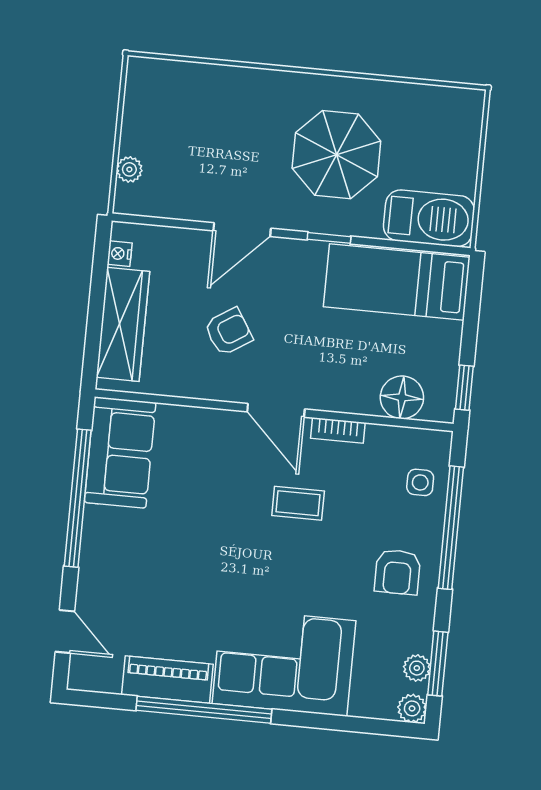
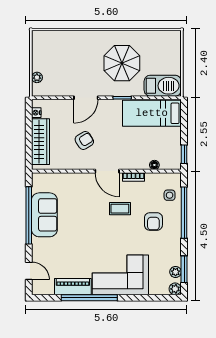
floor lamp: (402, 397) -> (154, 165), width x0.53, depth x0.53
sofa: (120, 452) -> (44, 215), moved
armchair: (397, 572) -> (153, 221), moved

